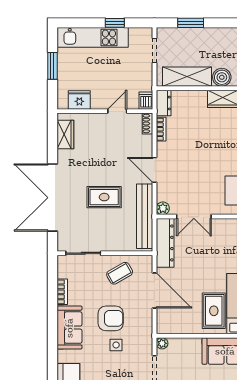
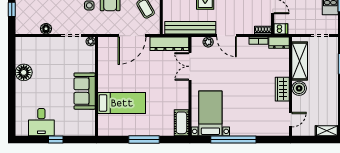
door: (154, 170) -> (227, 36), swing flipped
plant: (163, 208) -> (208, 42), moved
rug: (214, 311) -> (116, 82), removed

